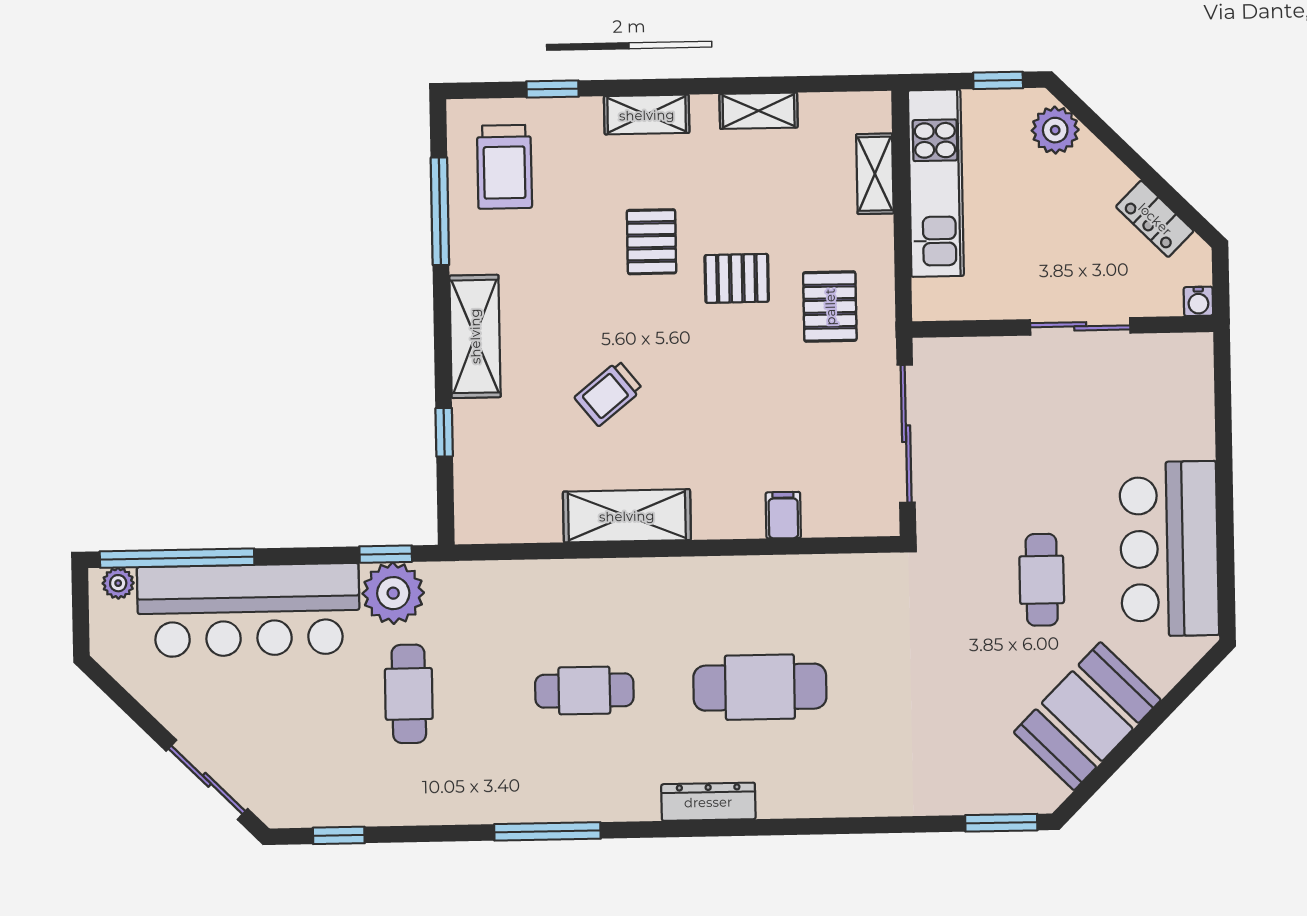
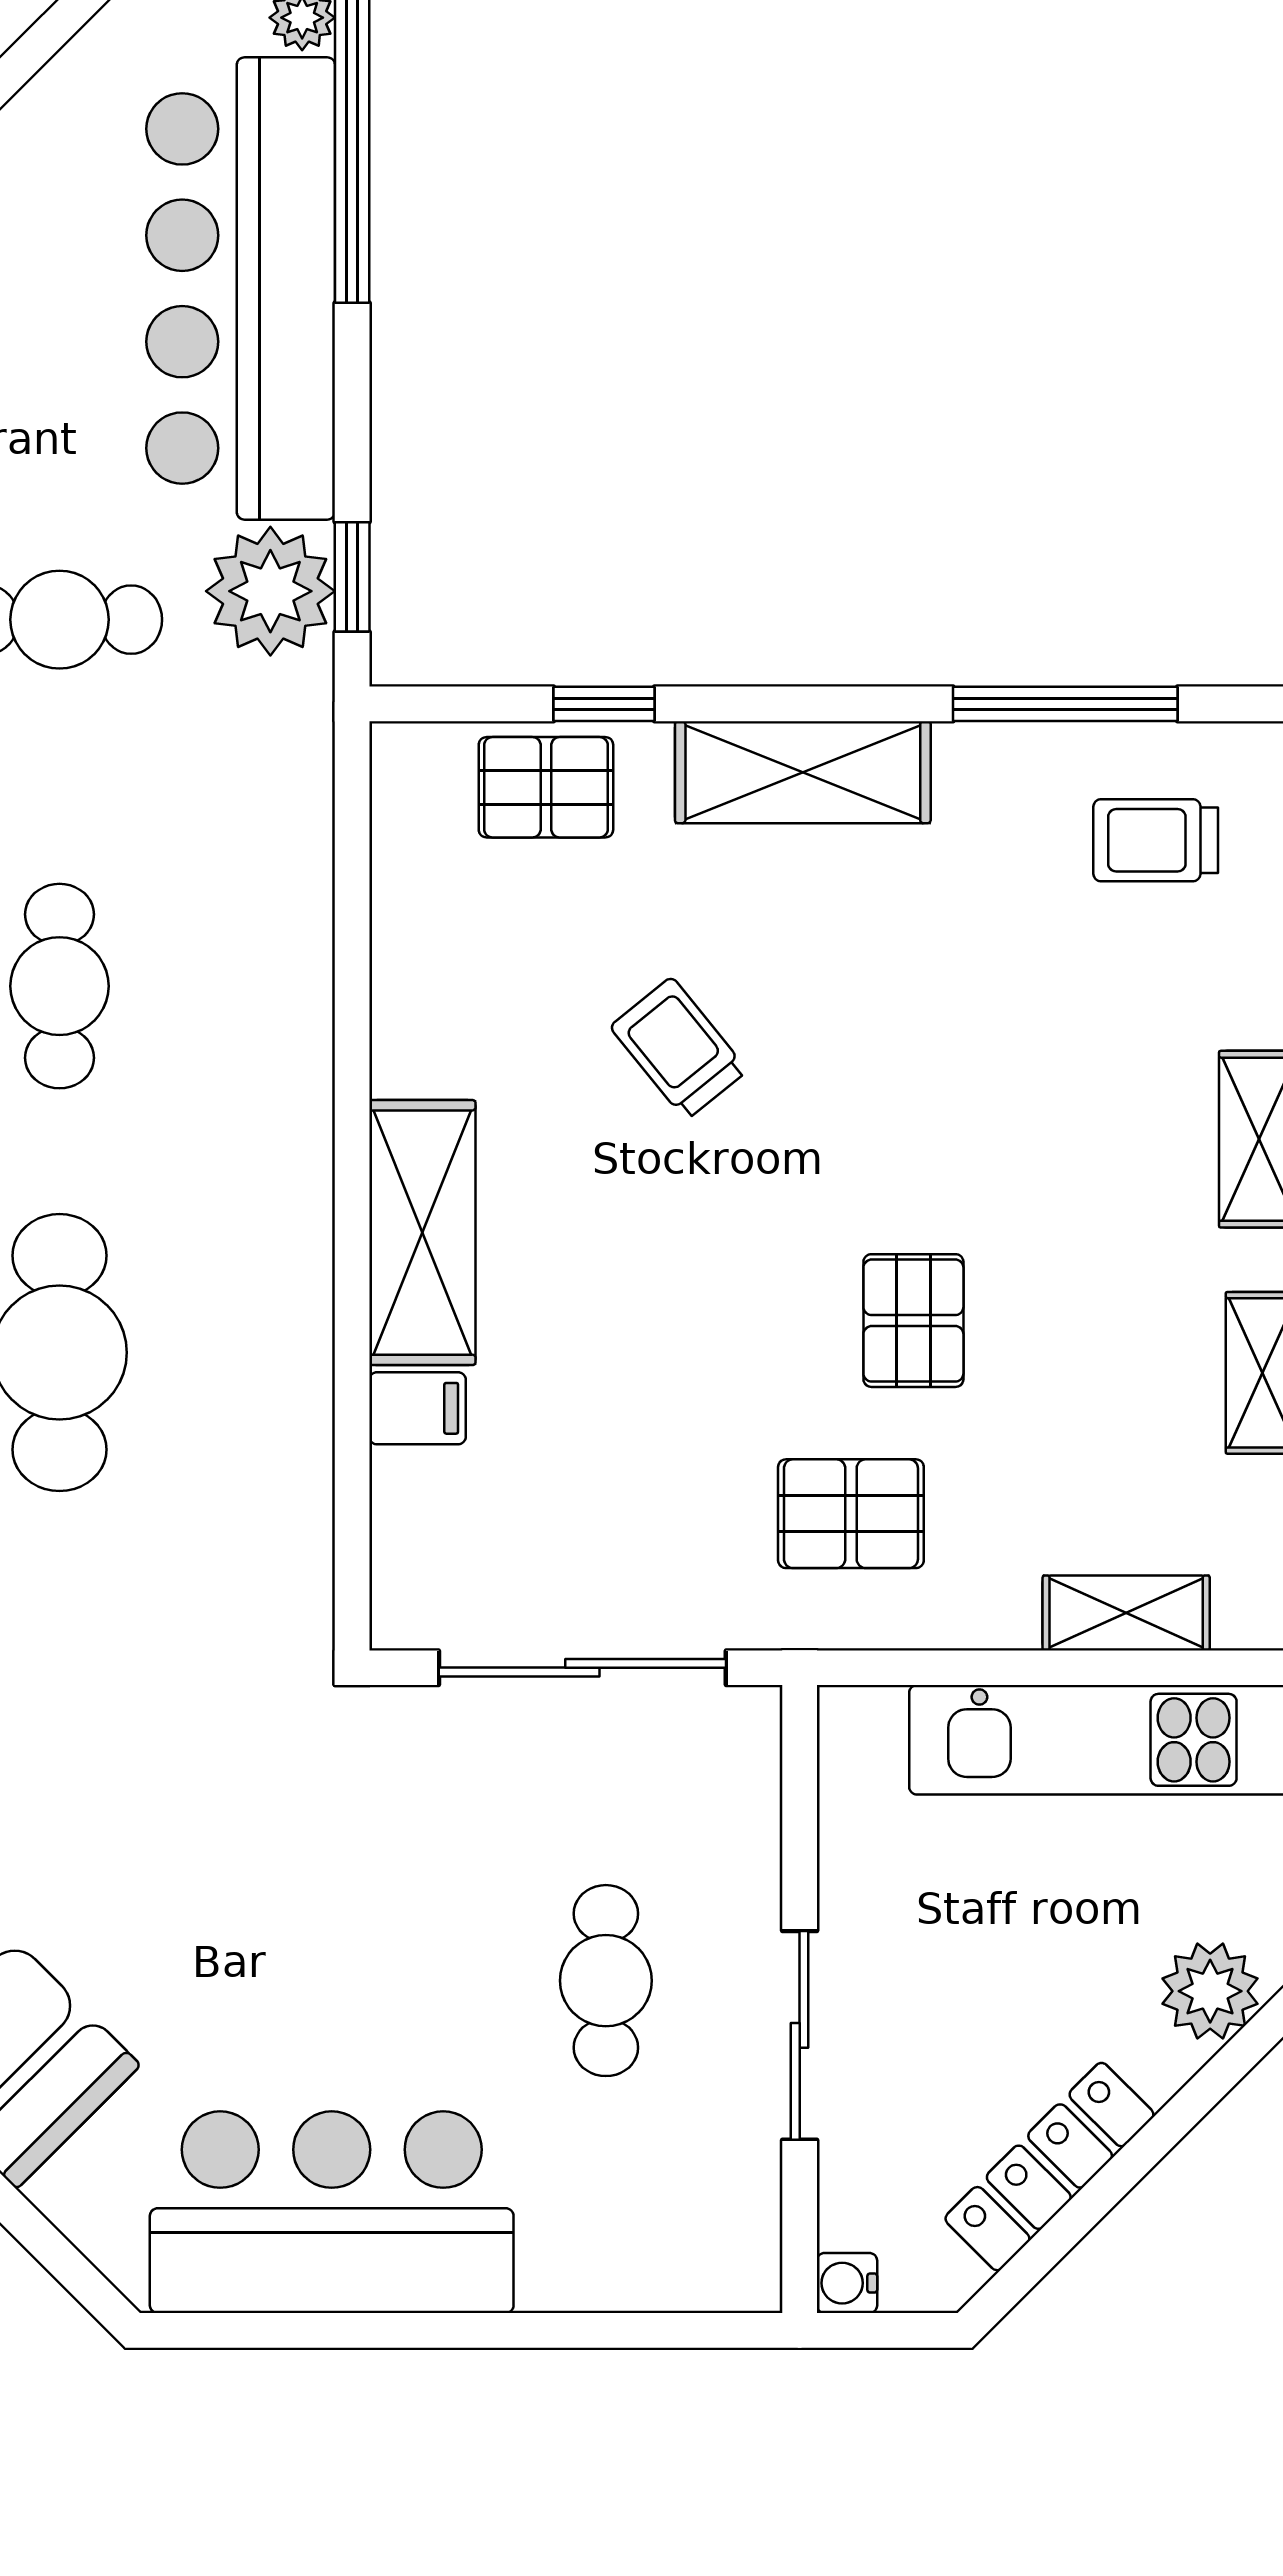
trolley: (504, 167) -> (1156, 840), width x0.73, depth x0.72
locker: (1155, 219) -> (1049, 2167), width x1.53
pallet: (652, 242) -> (546, 787), moved
shelving: (627, 516) -> (422, 1233), moved
cafe table: (1042, 580) -> (606, 1981), moved, turned 90

